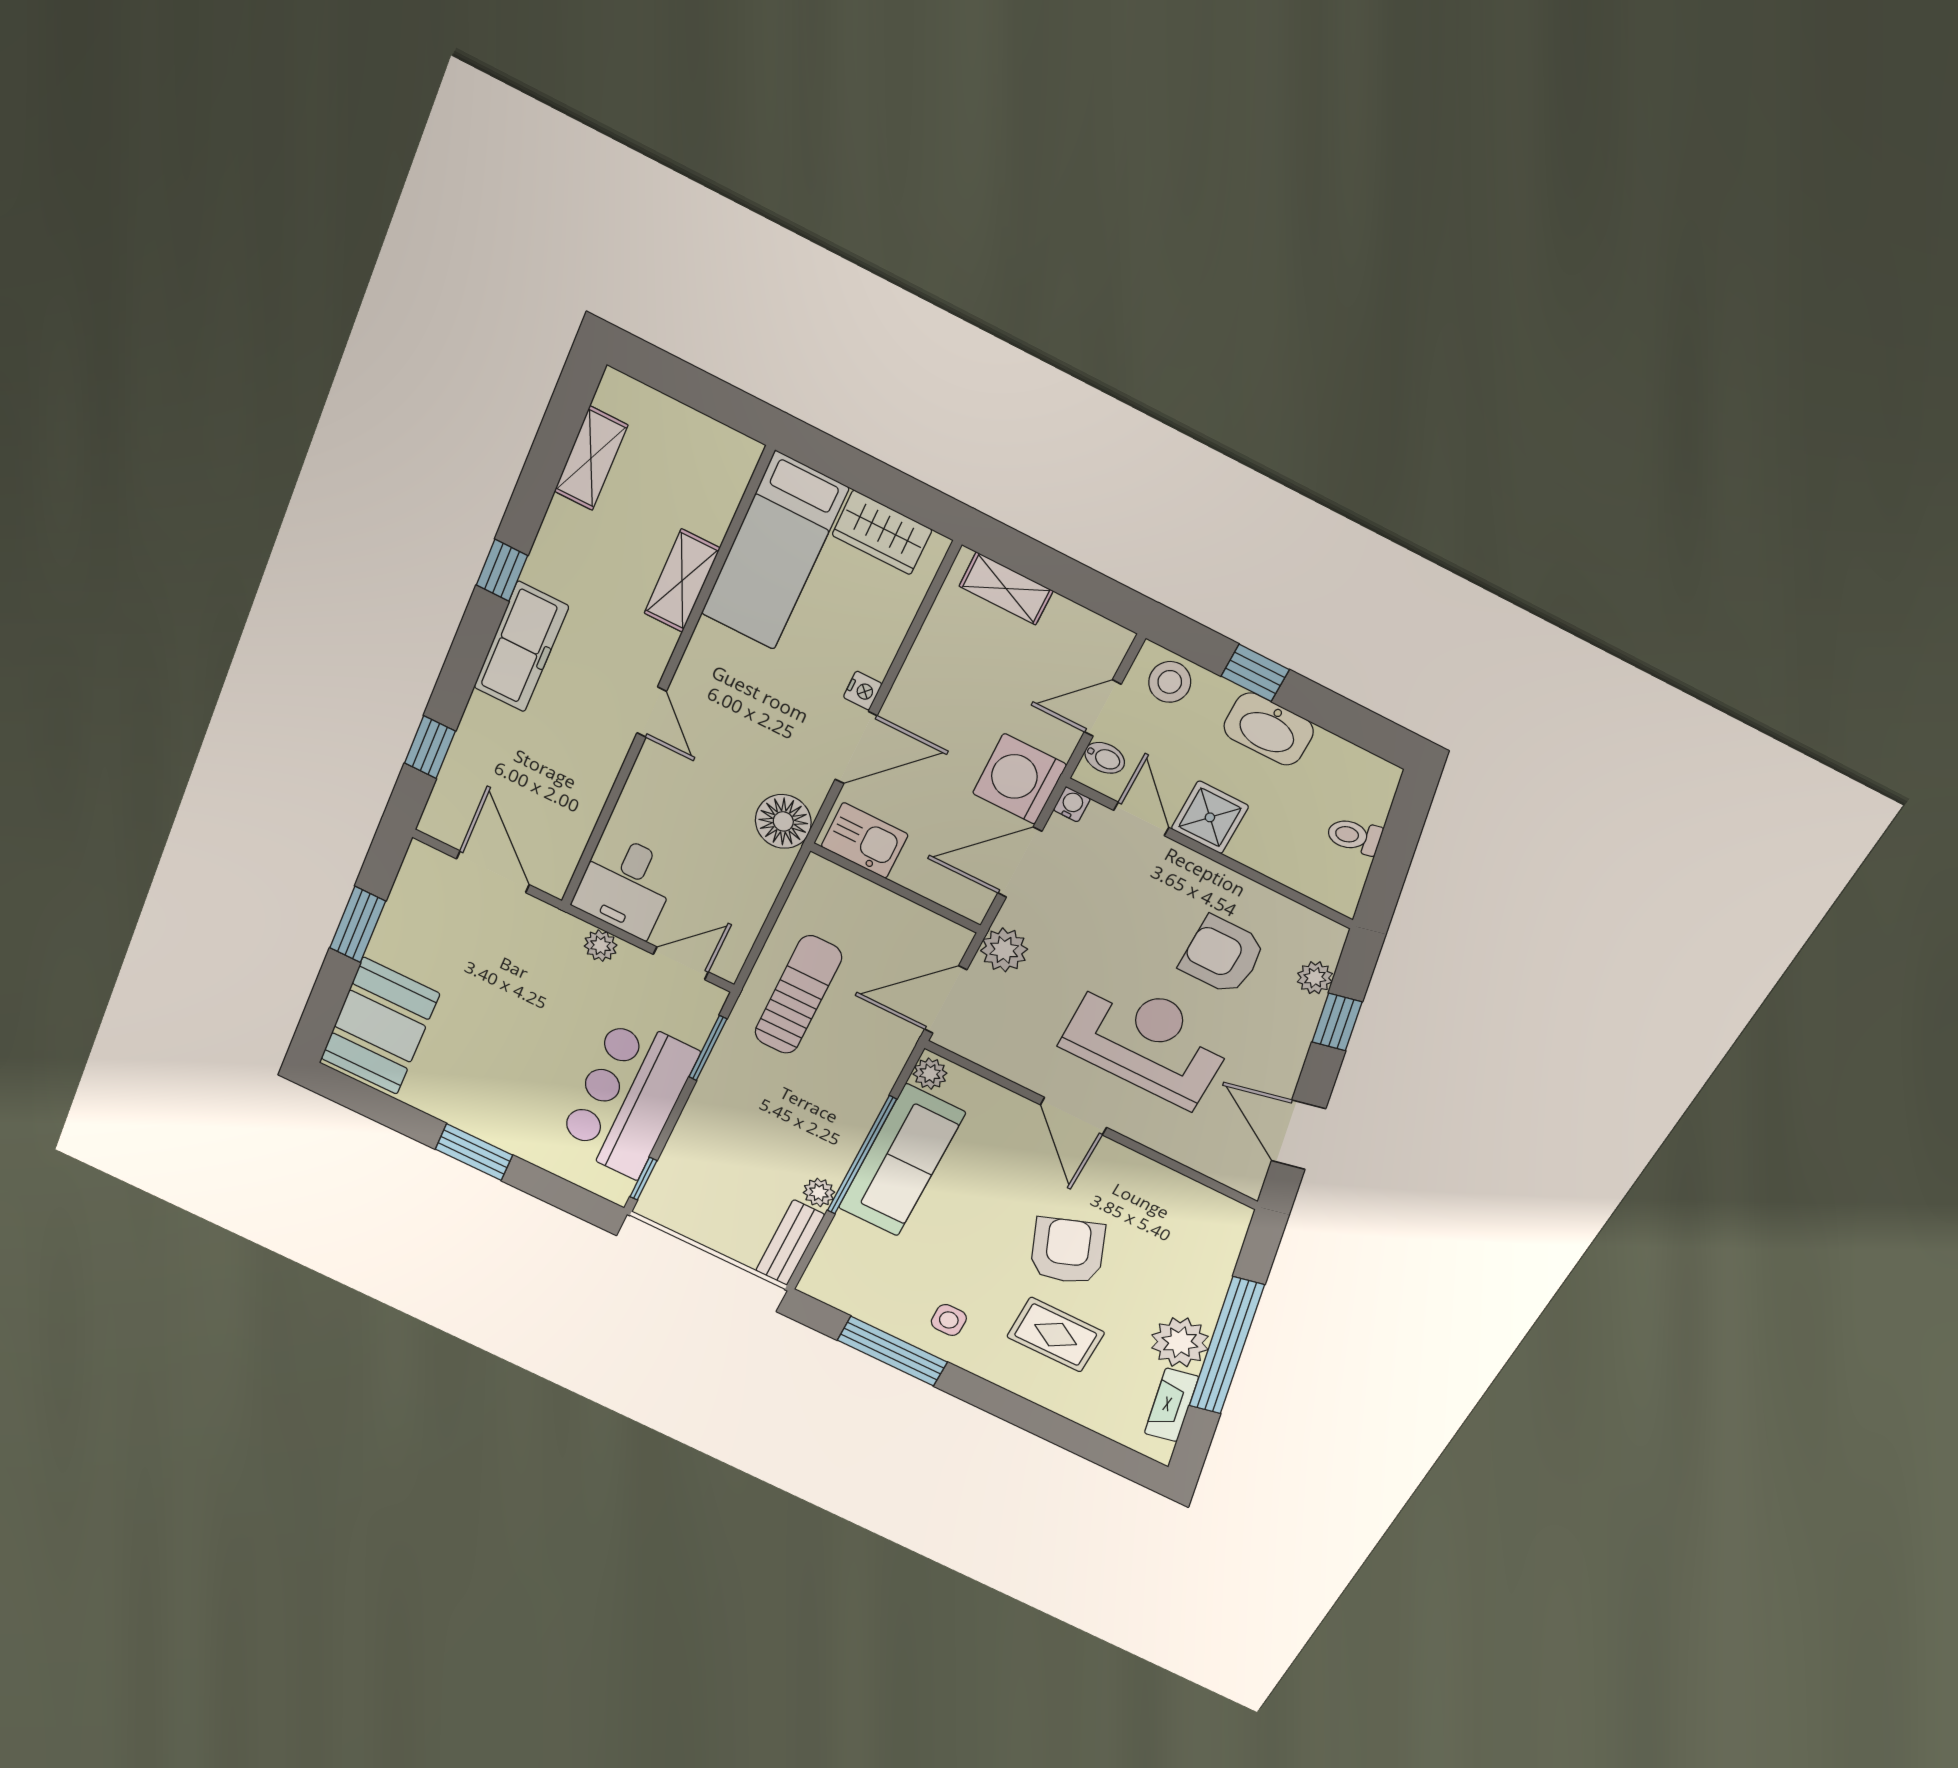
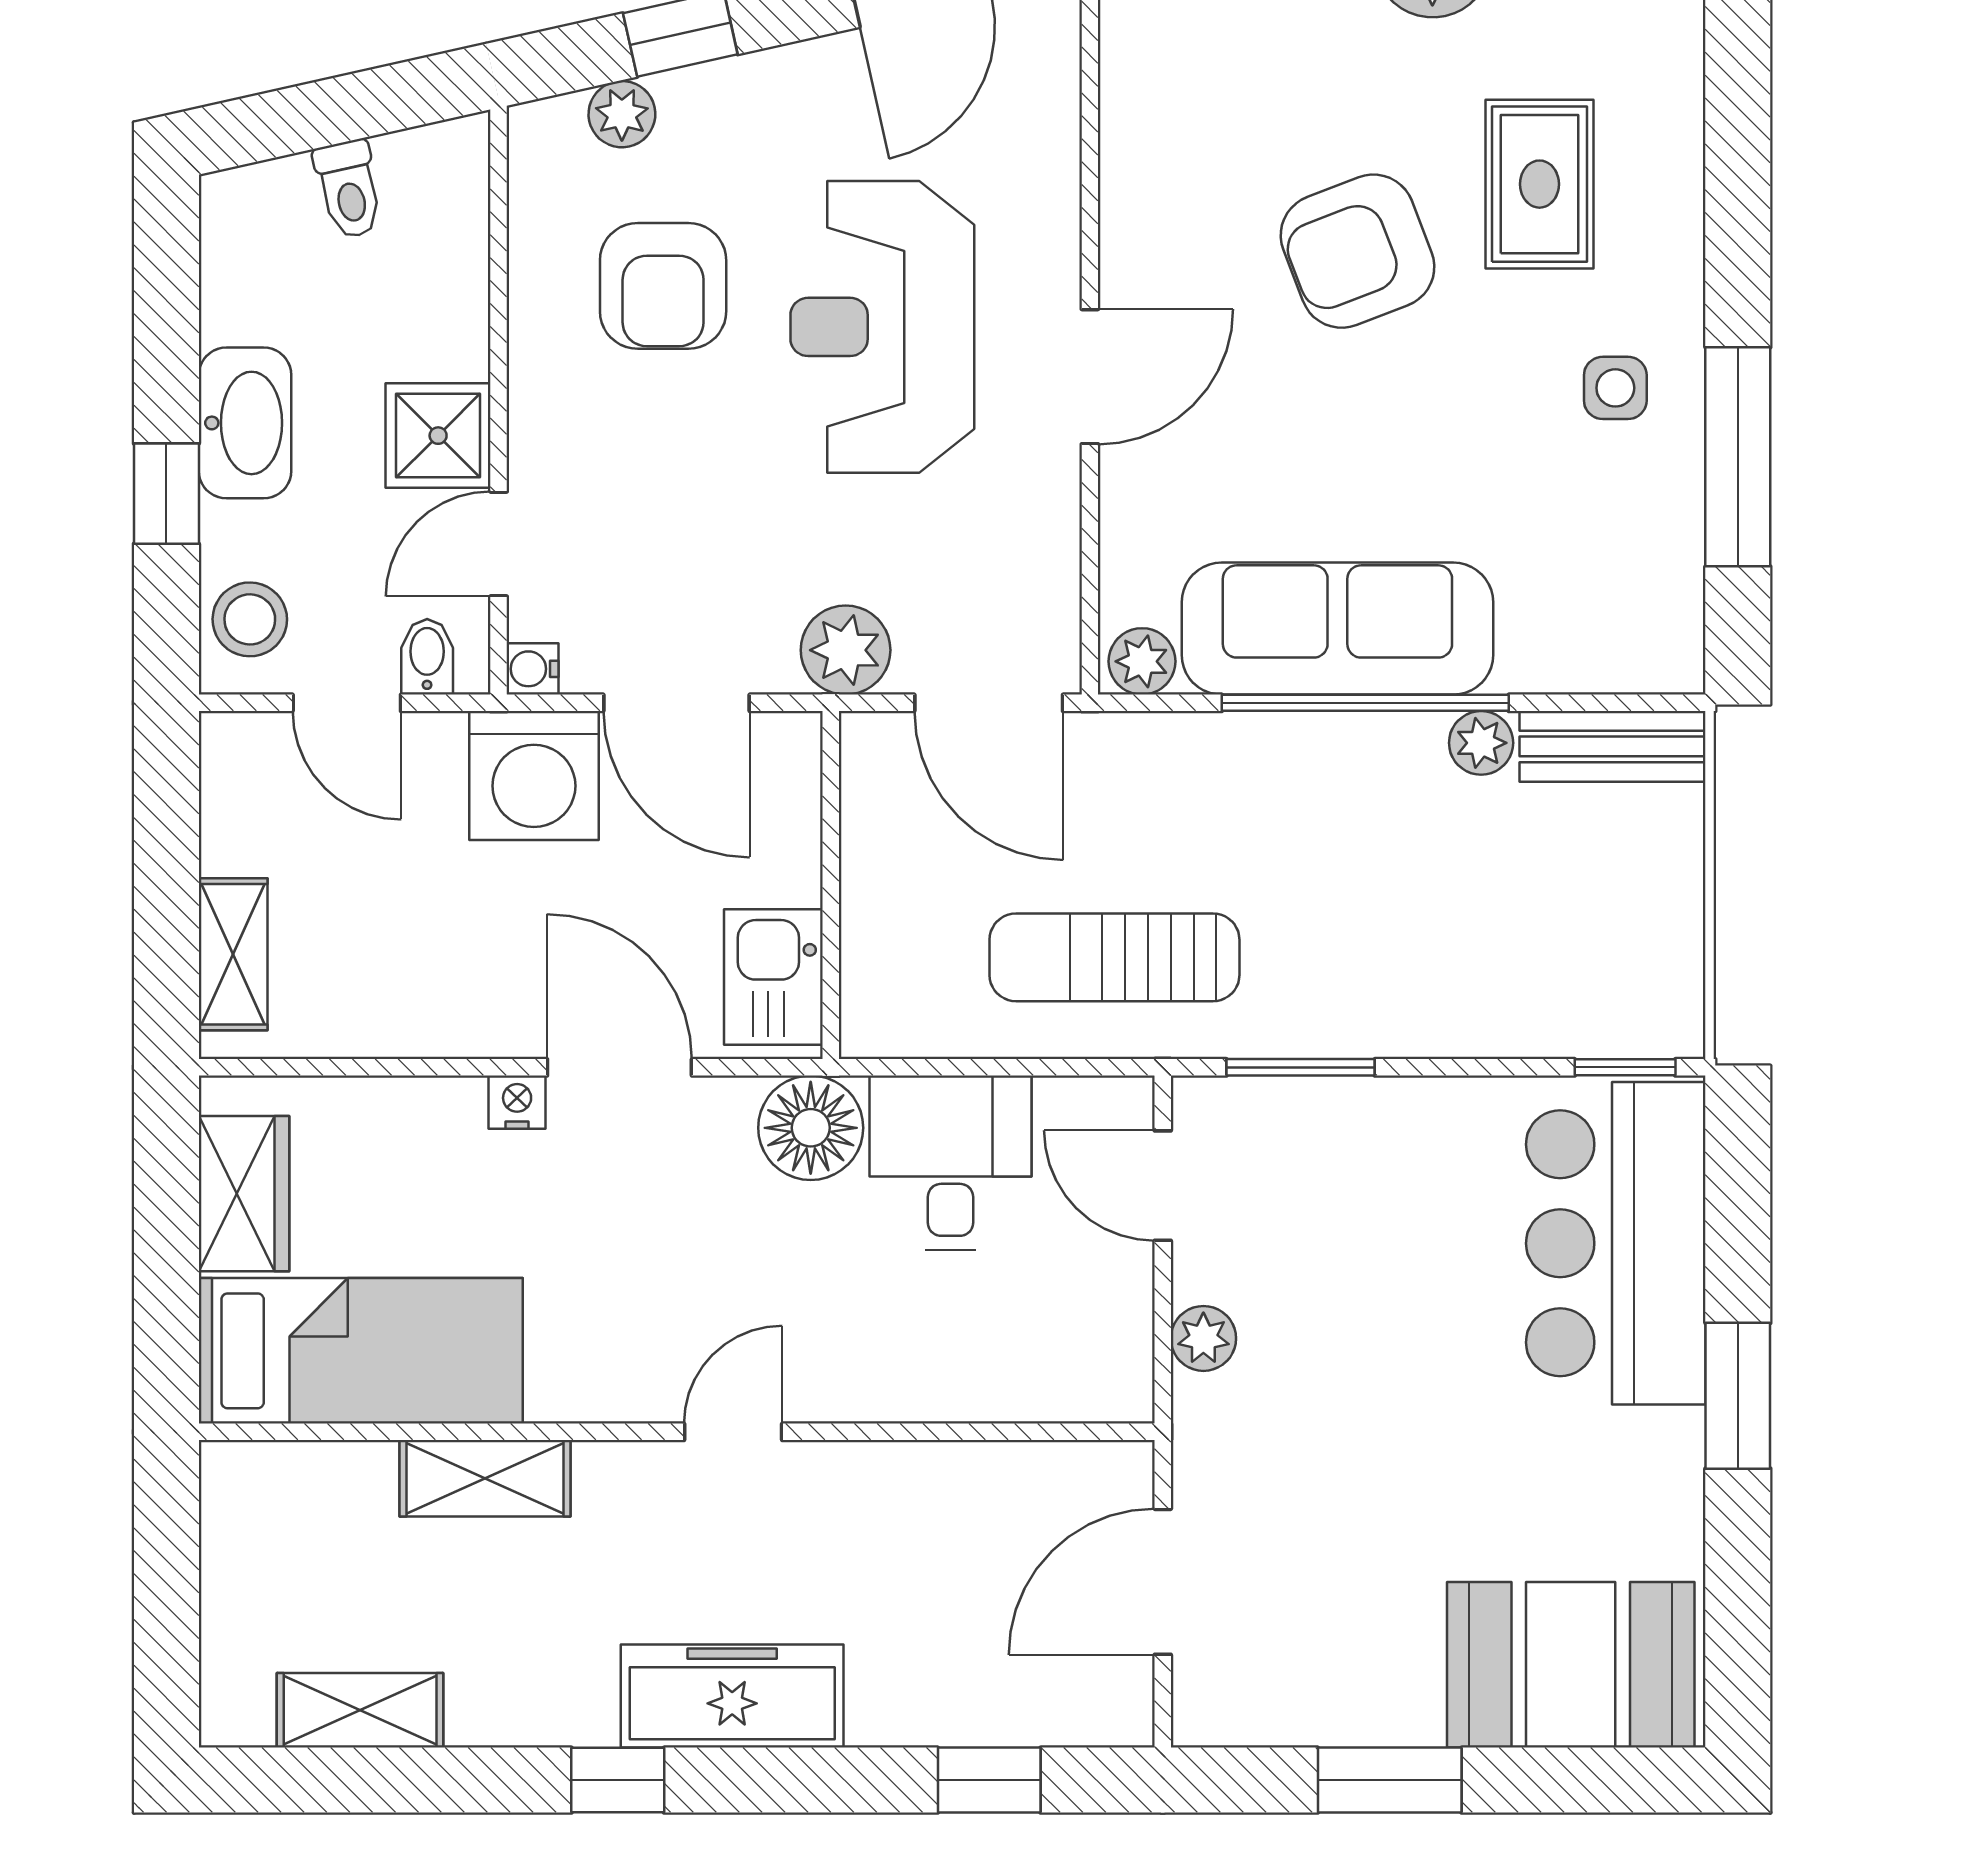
desk: (626, 885) -> (950, 1163), moved, turned -90
bar counter: (628, 1098) -> (1616, 1243), moved, turned 90

